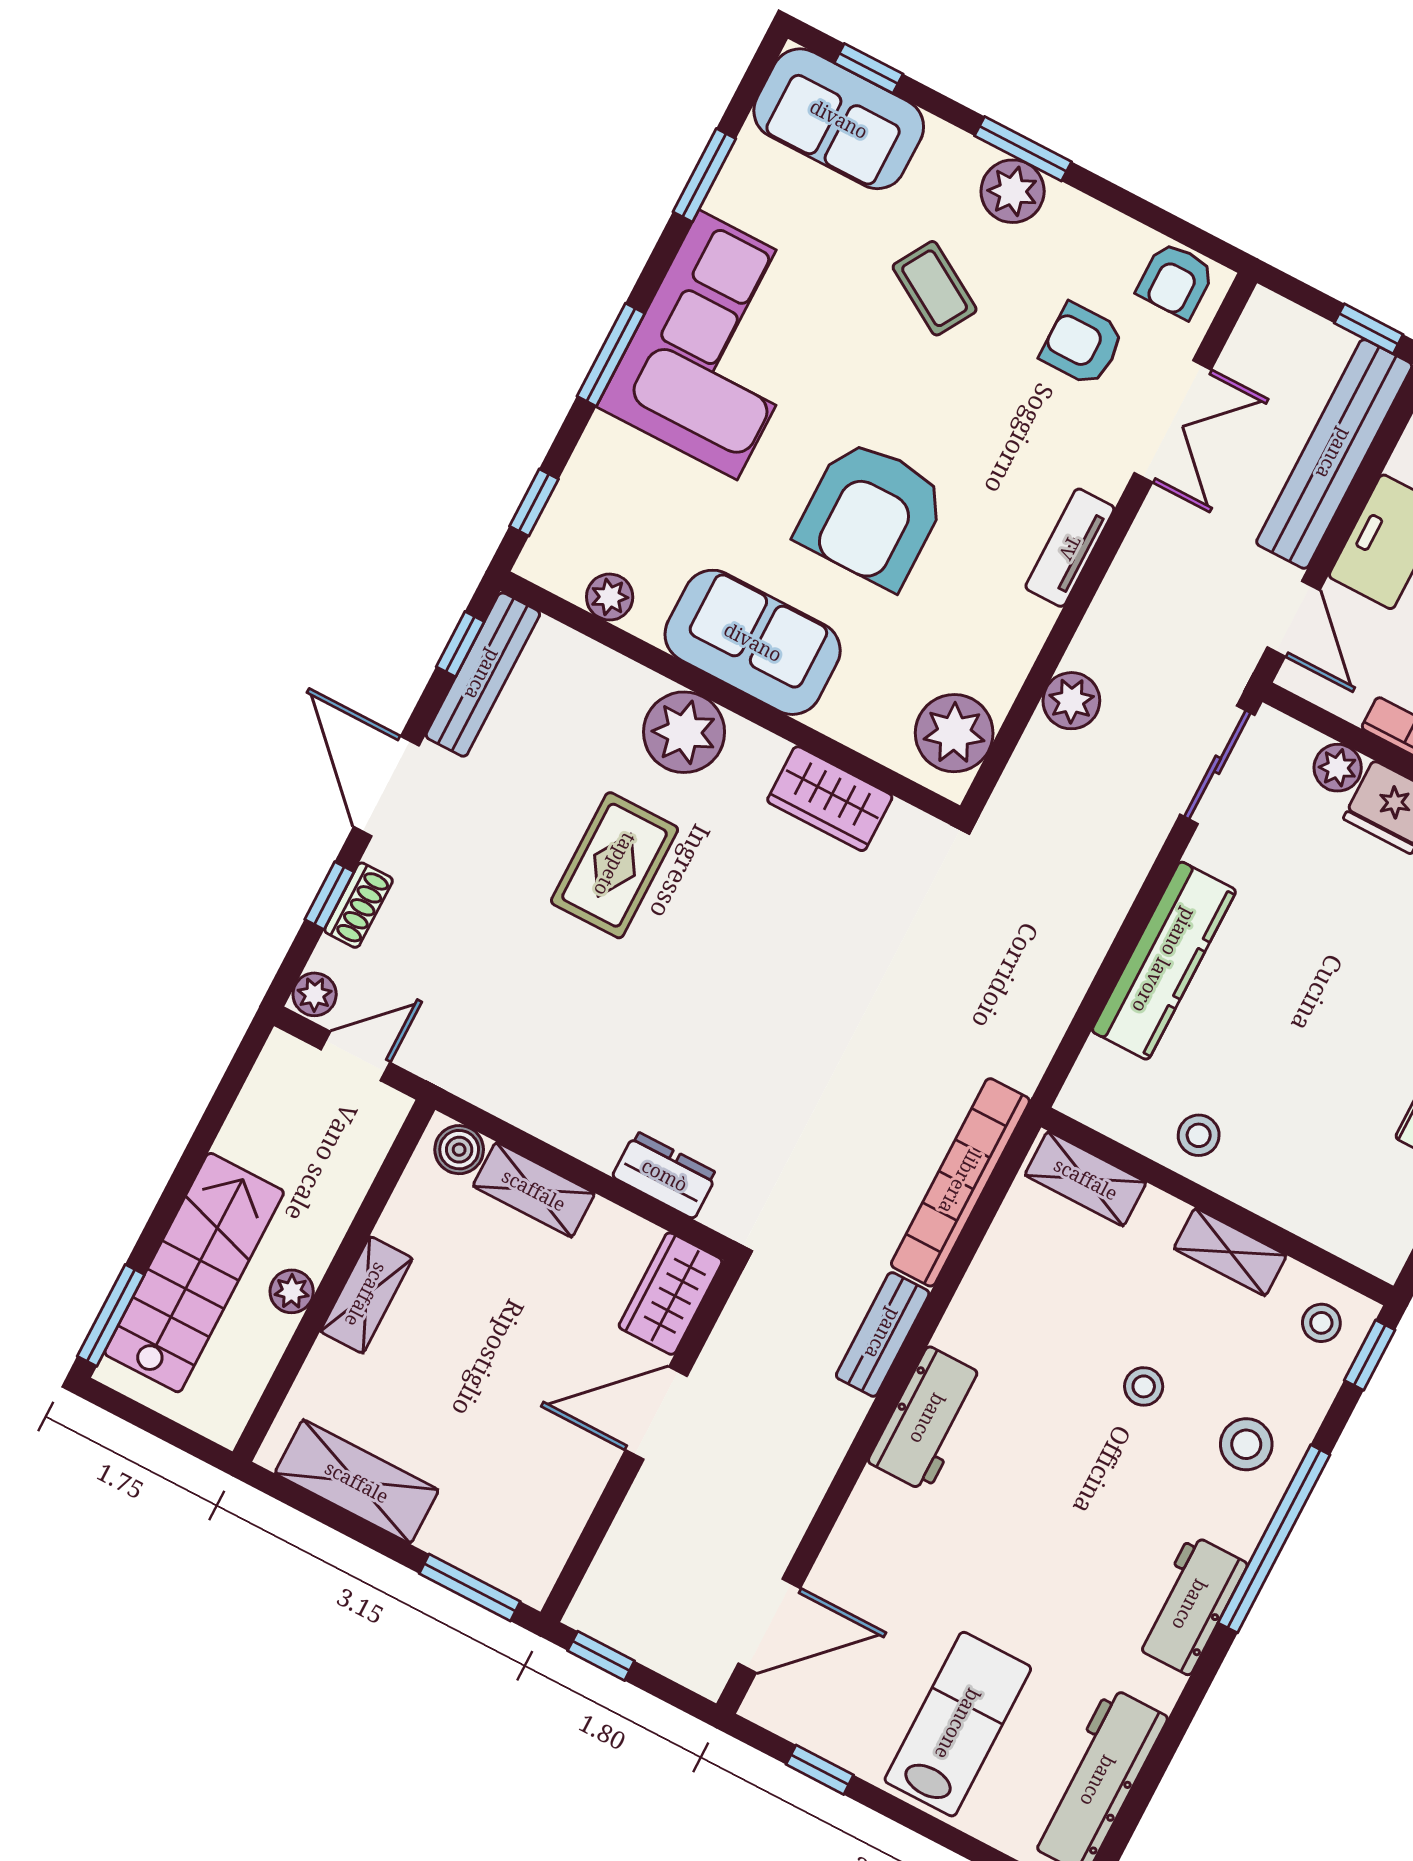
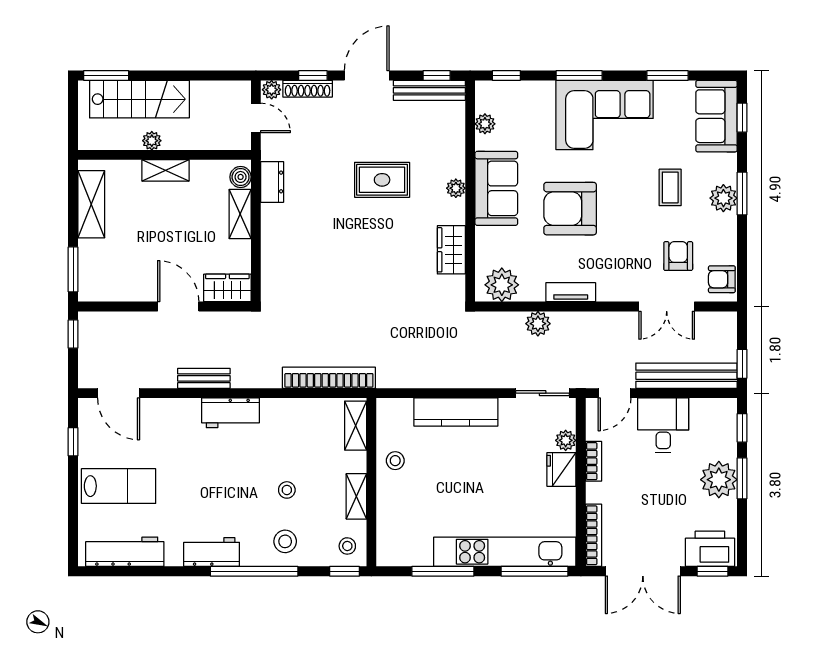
coffee table: (935, 288) -> (670, 187), turned -31
tv unit: (1070, 548) -> (571, 292), moved
plant: (684, 732) -> (456, 188), width x0.53, depth x0.53
shoe rack: (359, 905) -> (308, 89), width x1.43
dresser: (665, 1175) -> (272, 182), moved
bench: (883, 1334) -> (204, 378), moved

